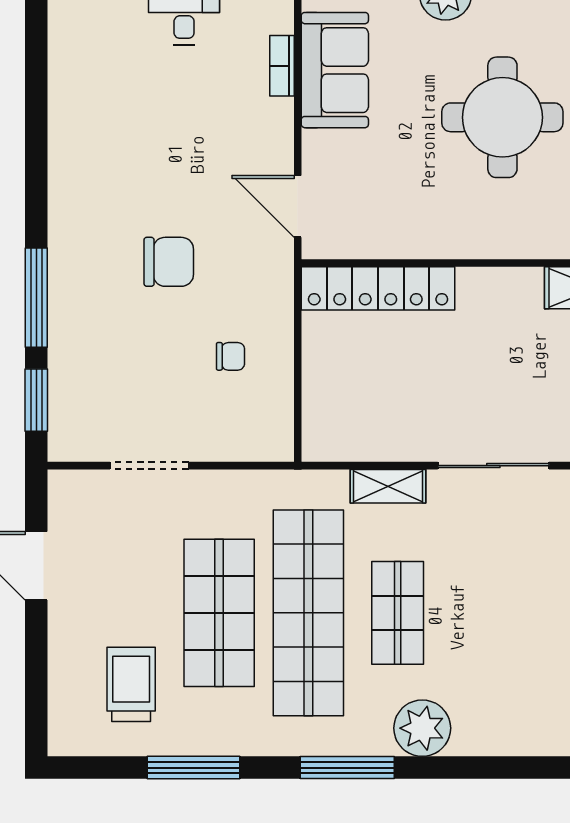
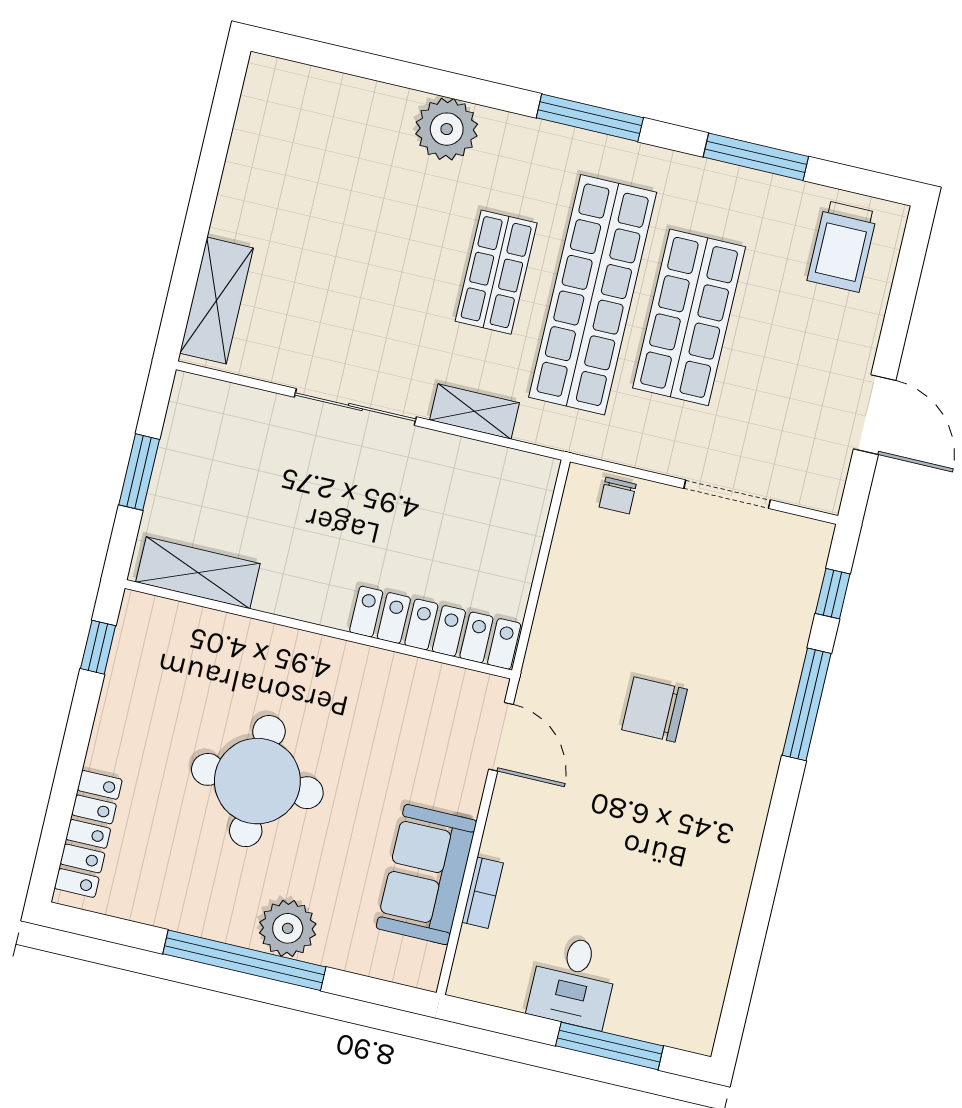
chair: (230, 356) -> (618, 496), moved, turned -90
window: (36, 400) -> (833, 594), width x0.67
trolley: (131, 684) -> (842, 246), moved
plant: (422, 728) -> (447, 129), moved

